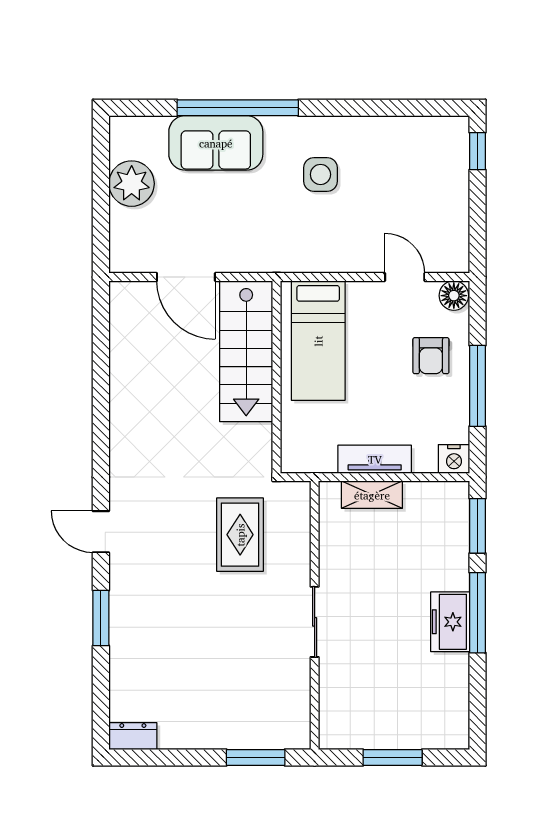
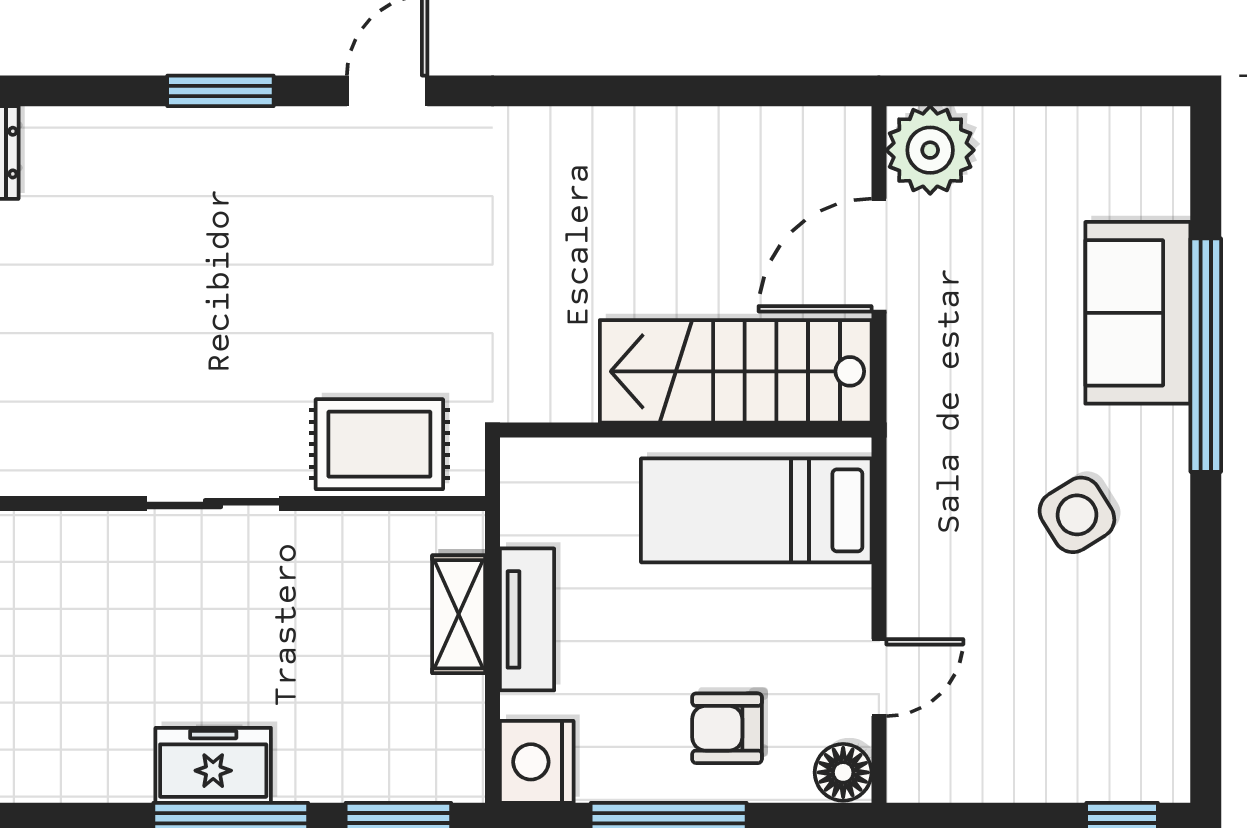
side table: (320, 174) -> (1077, 515), turned -32
plant: (132, 184) -> (930, 150), moved
nightstand: (454, 459) -> (537, 762), width x1.36, depth x1.33
rug: (240, 535) -> (379, 444), moved

